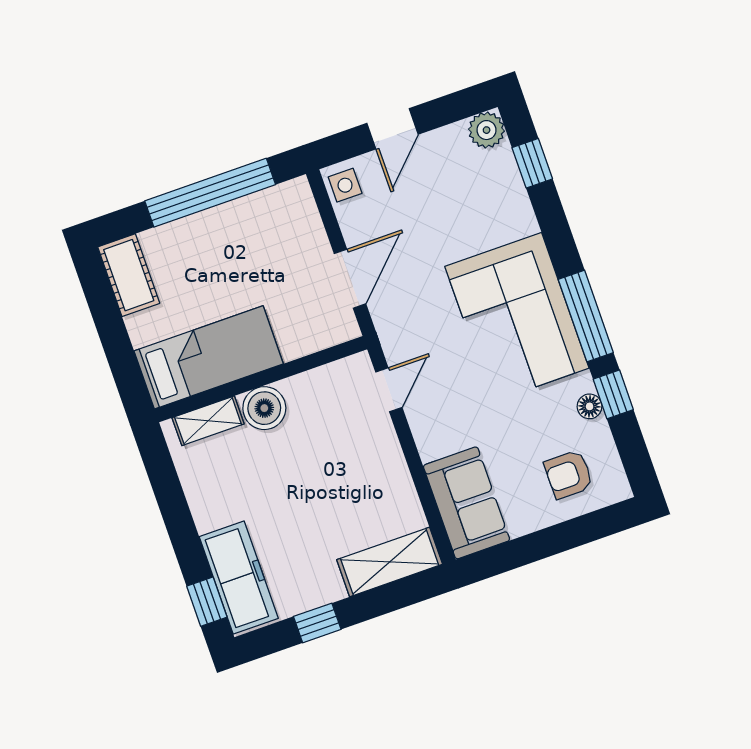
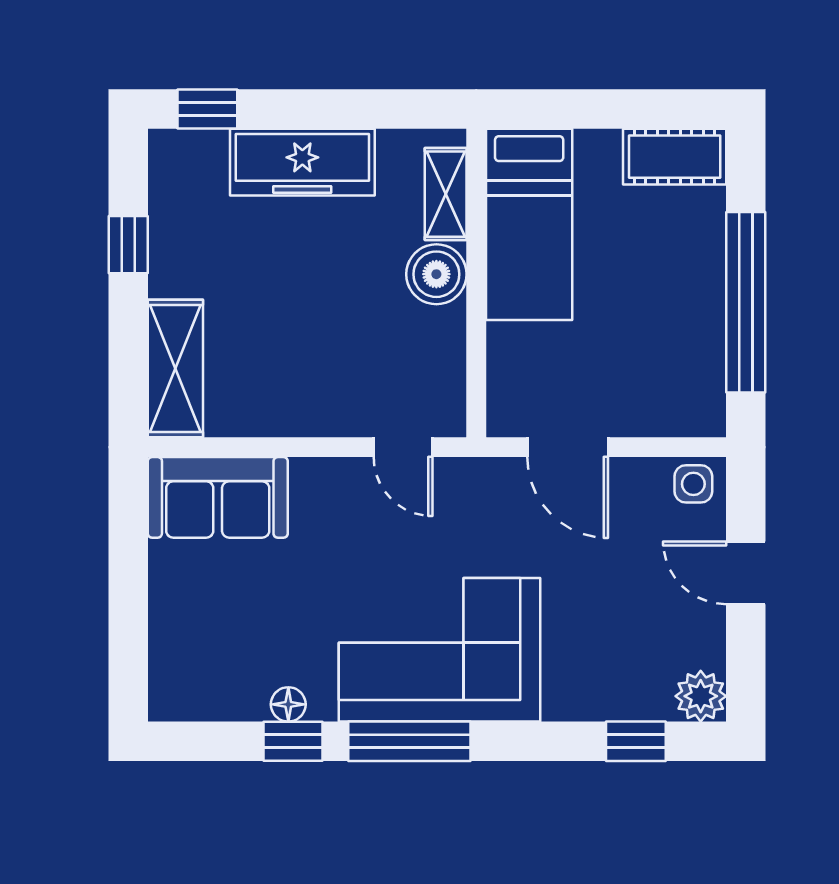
armchair: (569, 474) -> (208, 645), removed
freezer: (239, 577) -> (302, 162), moved

